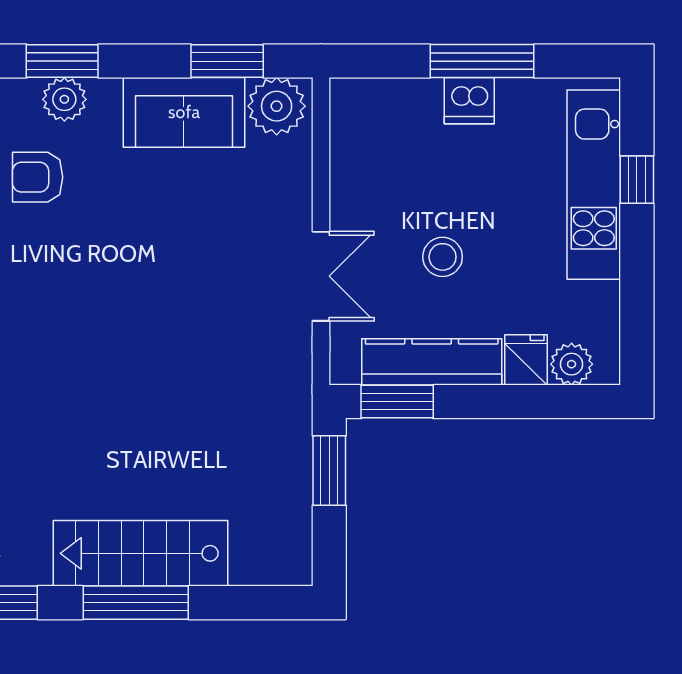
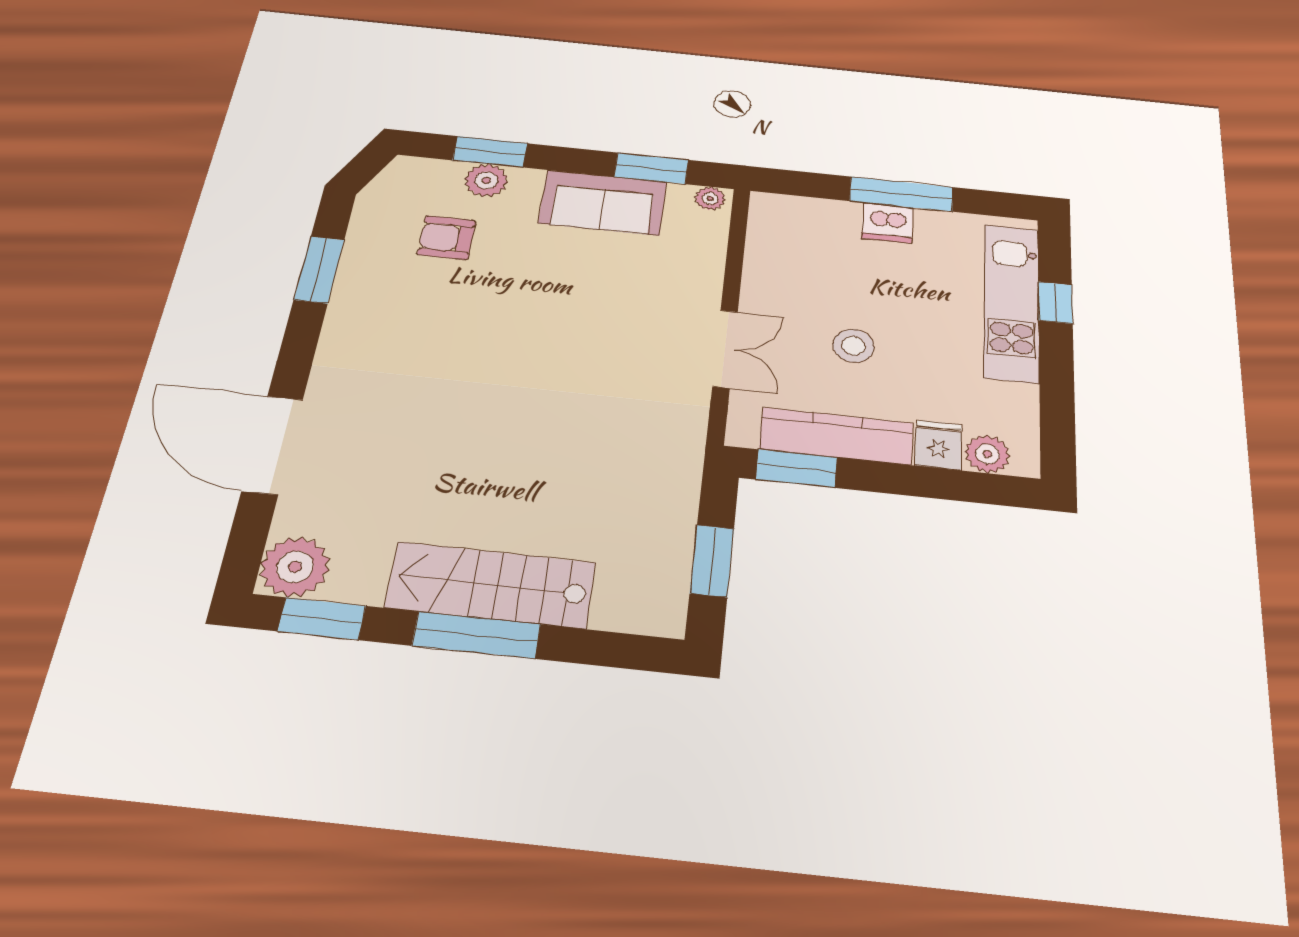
plant: (277, 106) -> (710, 198), width x0.53, depth x0.53
window: (329, 471) -> (712, 561), moved

